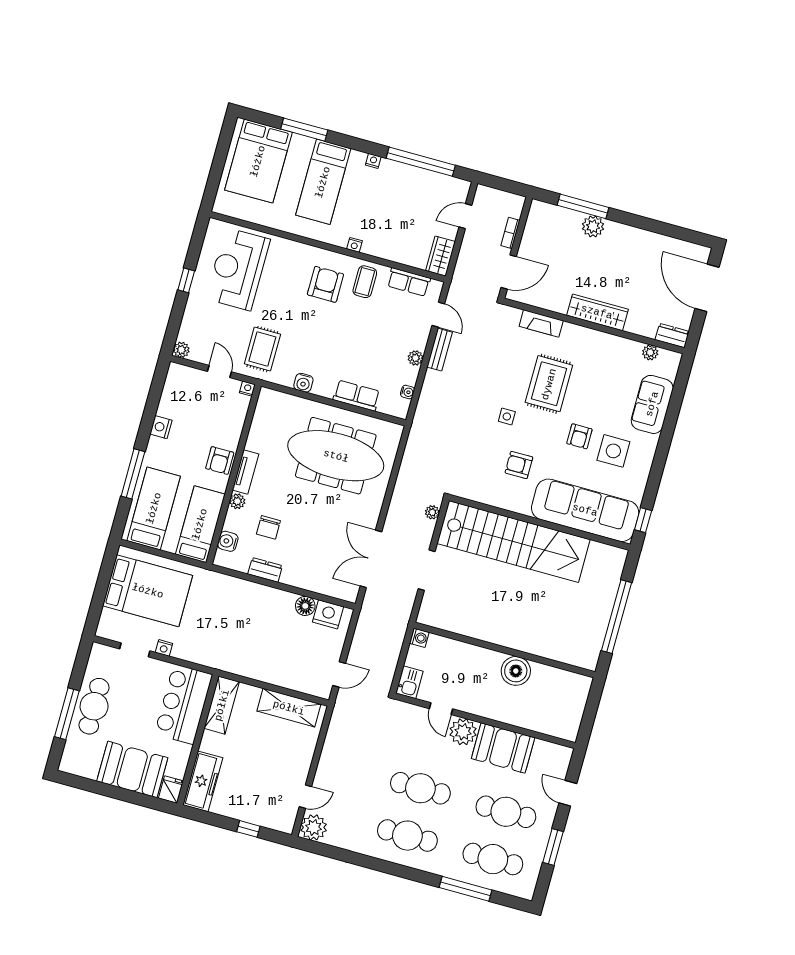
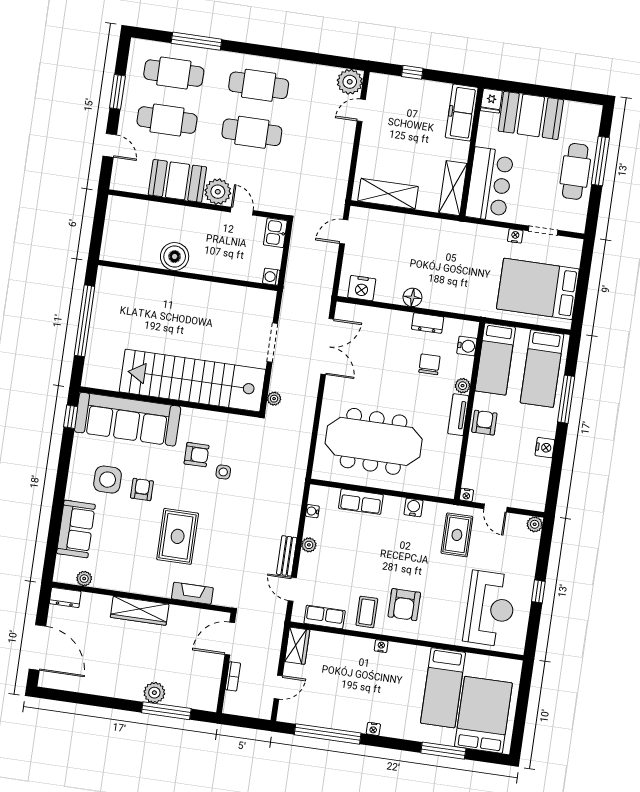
bed: (323, 182) -> (443, 688), moved, turned 180
side table: (507, 416) -> (223, 472), moved
floor lamp: (305, 606) -> (412, 297), moved

